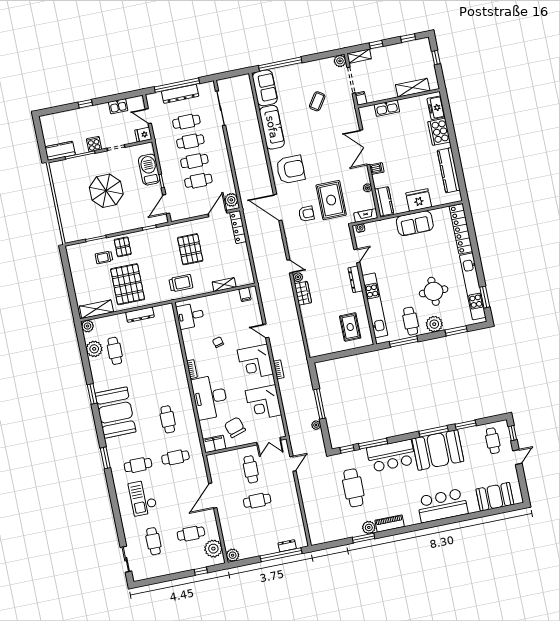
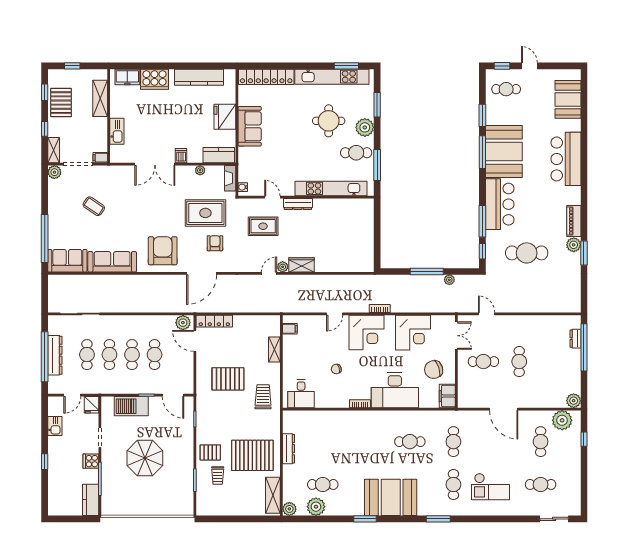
pallet: (402, 54) -> (61, 103), added
rug: (350, 327) -> (263, 226), moved

